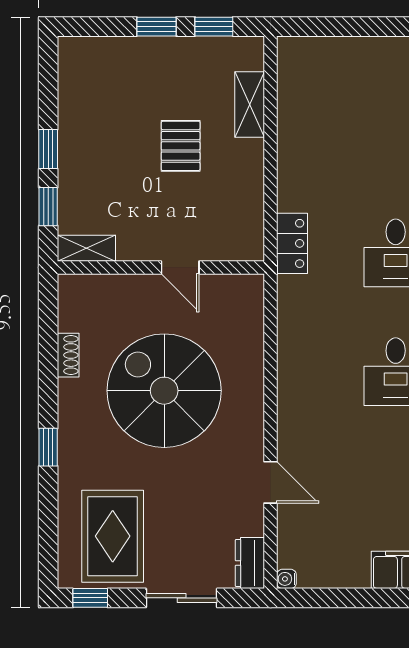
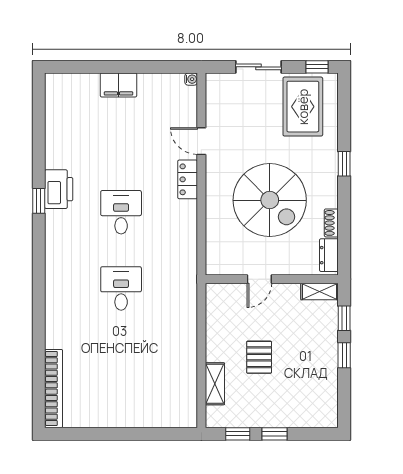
locker: (292, 243) -> (188, 179), moved
door: (180, 267) -> (259, 279), swing flipped
dresser: (250, 563) -> (329, 255), moved, turned 180

